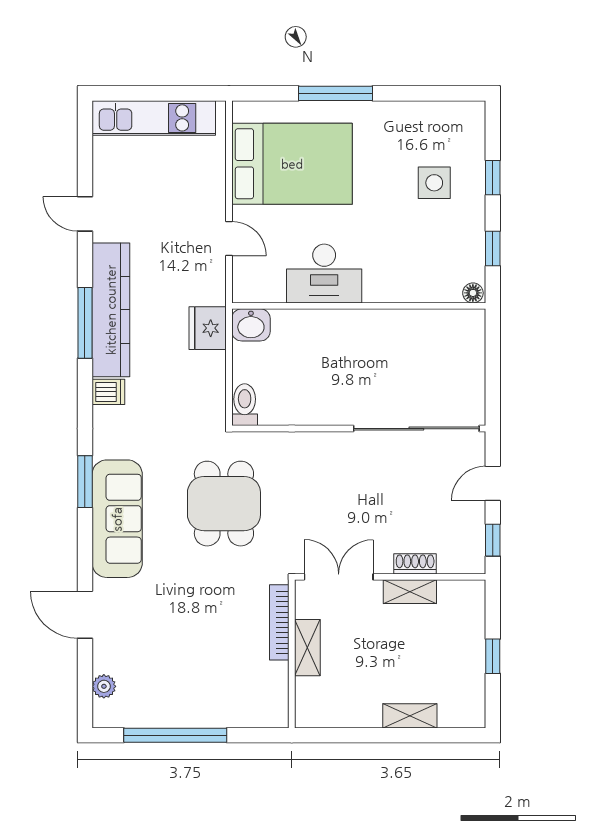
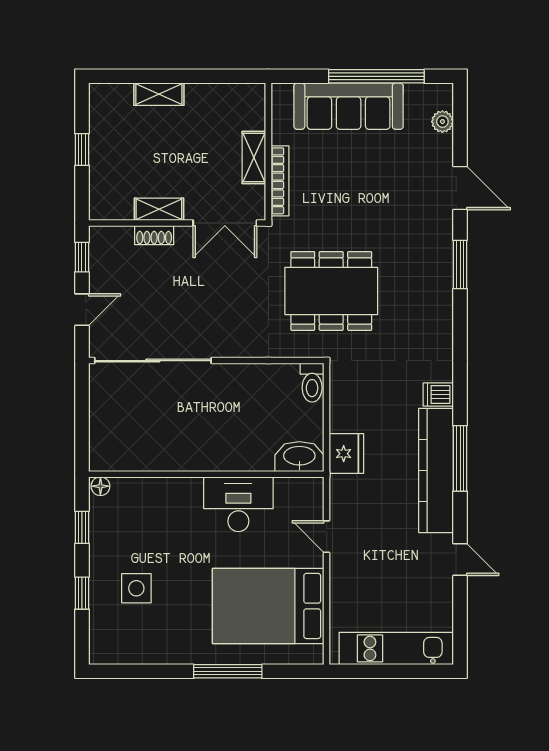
washbasin: (251, 325) -> (299, 457), width x1.38
window: (85, 482) -> (460, 265), moved
dining table: (224, 504) -> (331, 291), width x1.38
sofa: (117, 519) -> (349, 106), moved, turned -90

